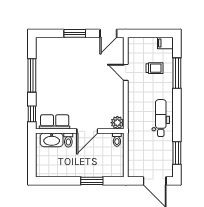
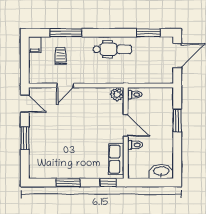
window: (32, 75) -> (68, 183), width x0.69
dental chair: (161, 118) -> (112, 49), turned 180
washbasin: (52, 140) -> (161, 171), moved, turned -90

